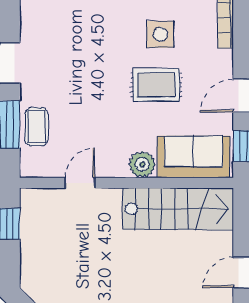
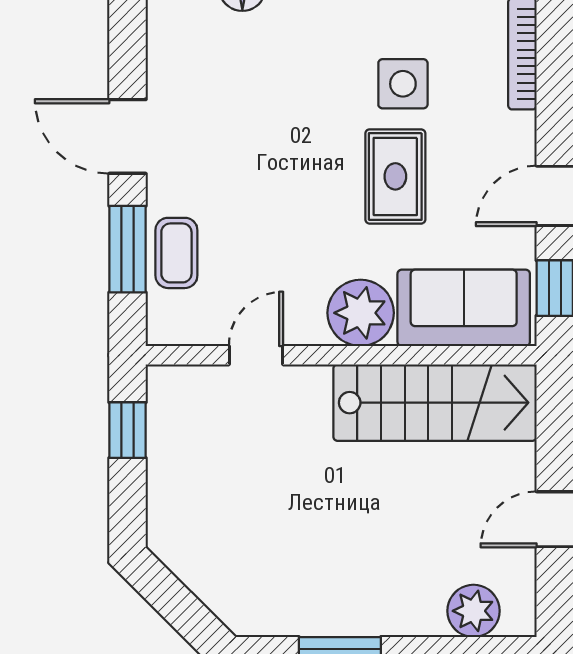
rug: (156, 85) -> (395, 176), turned 90
plant: (142, 164) -> (361, 313), width x1.36, depth x1.36

